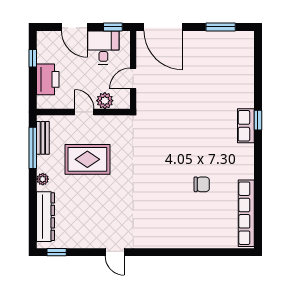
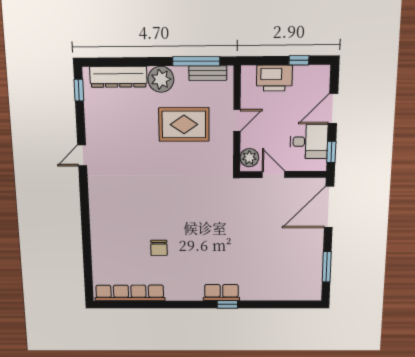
plant: (105, 101) -> (249, 158), moved
rug: (87, 159) -> (184, 124), turned 90
plant: (43, 179) -> (161, 79), width x1.88, depth x1.88

